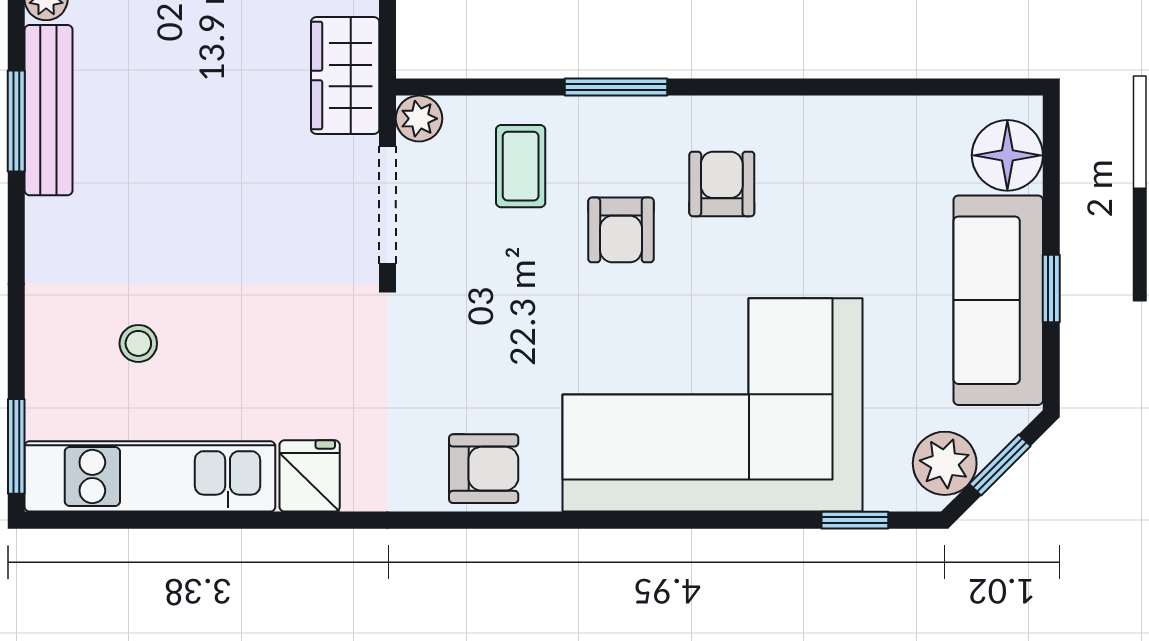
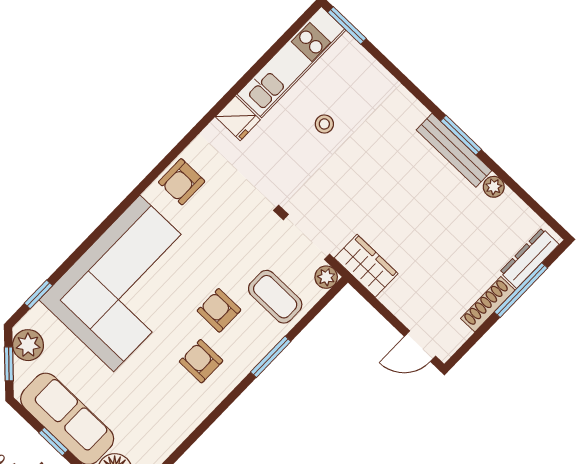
coffee table: (521, 166) -> (275, 297), width x1.36, depth x1.30
armchair: (722, 184) -> (201, 361), turned 180
stool: (138, 343) -> (324, 124), moved

